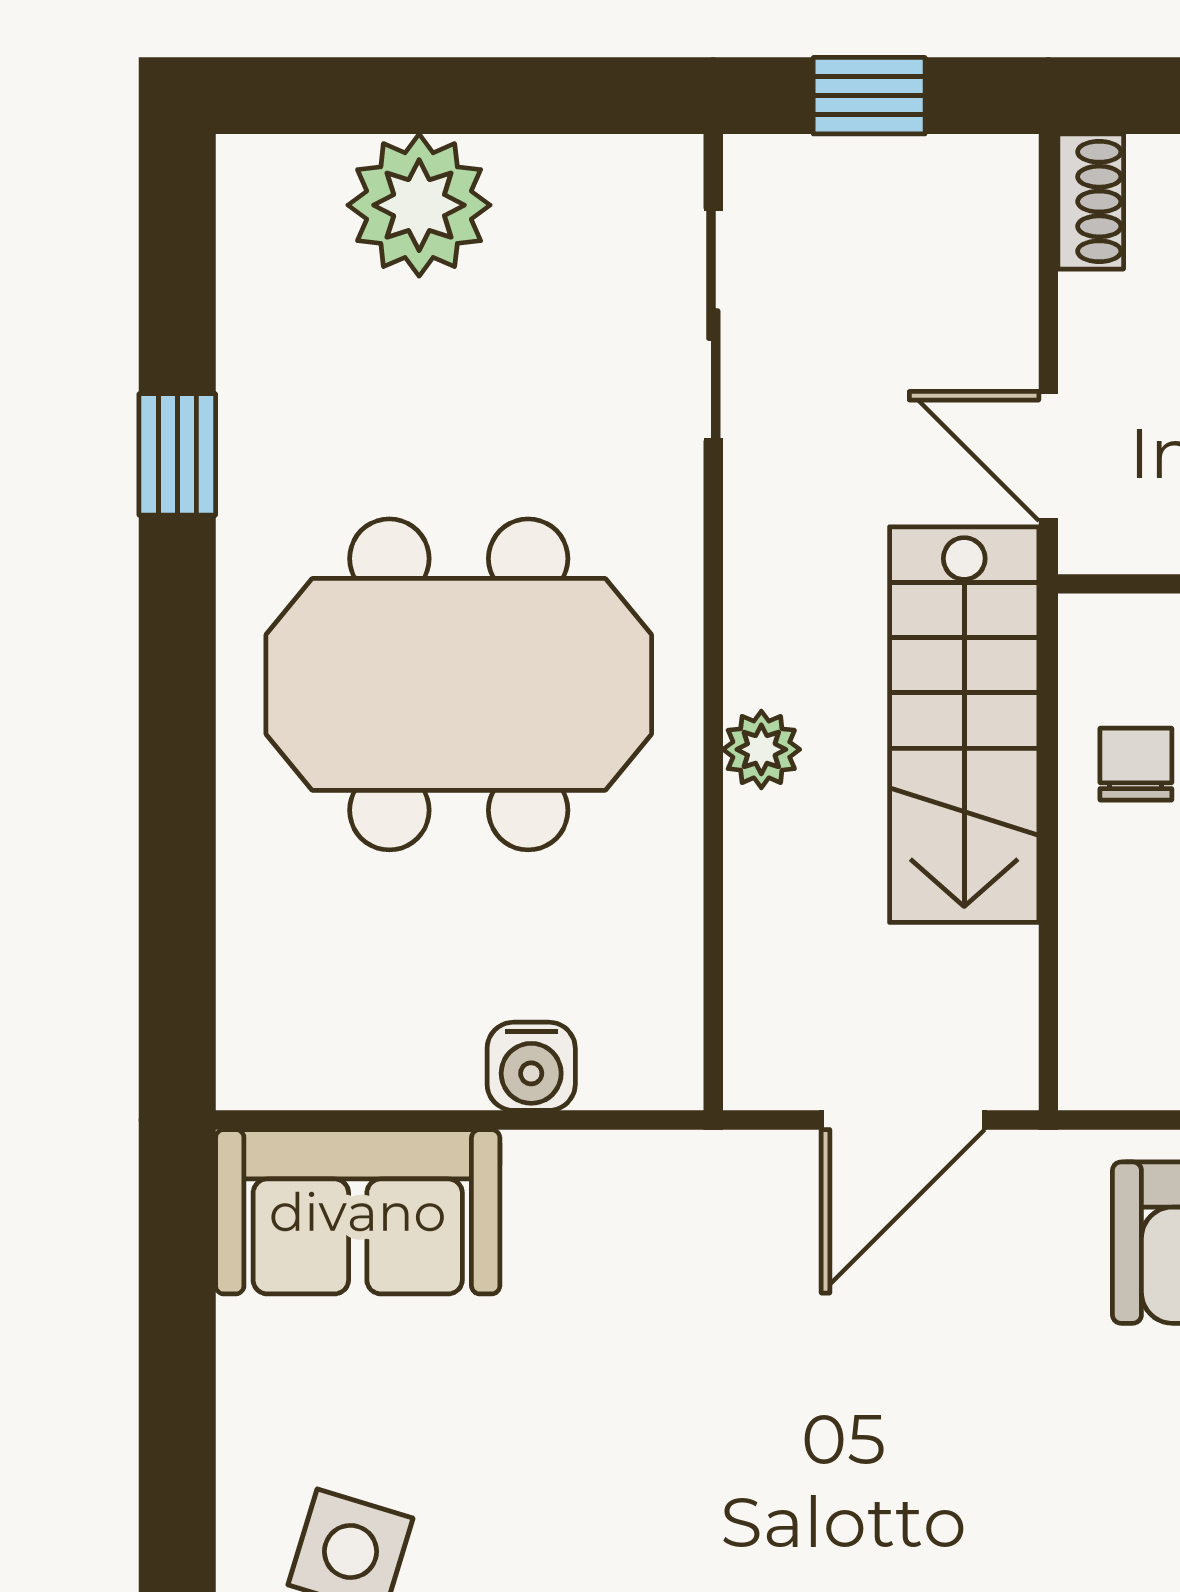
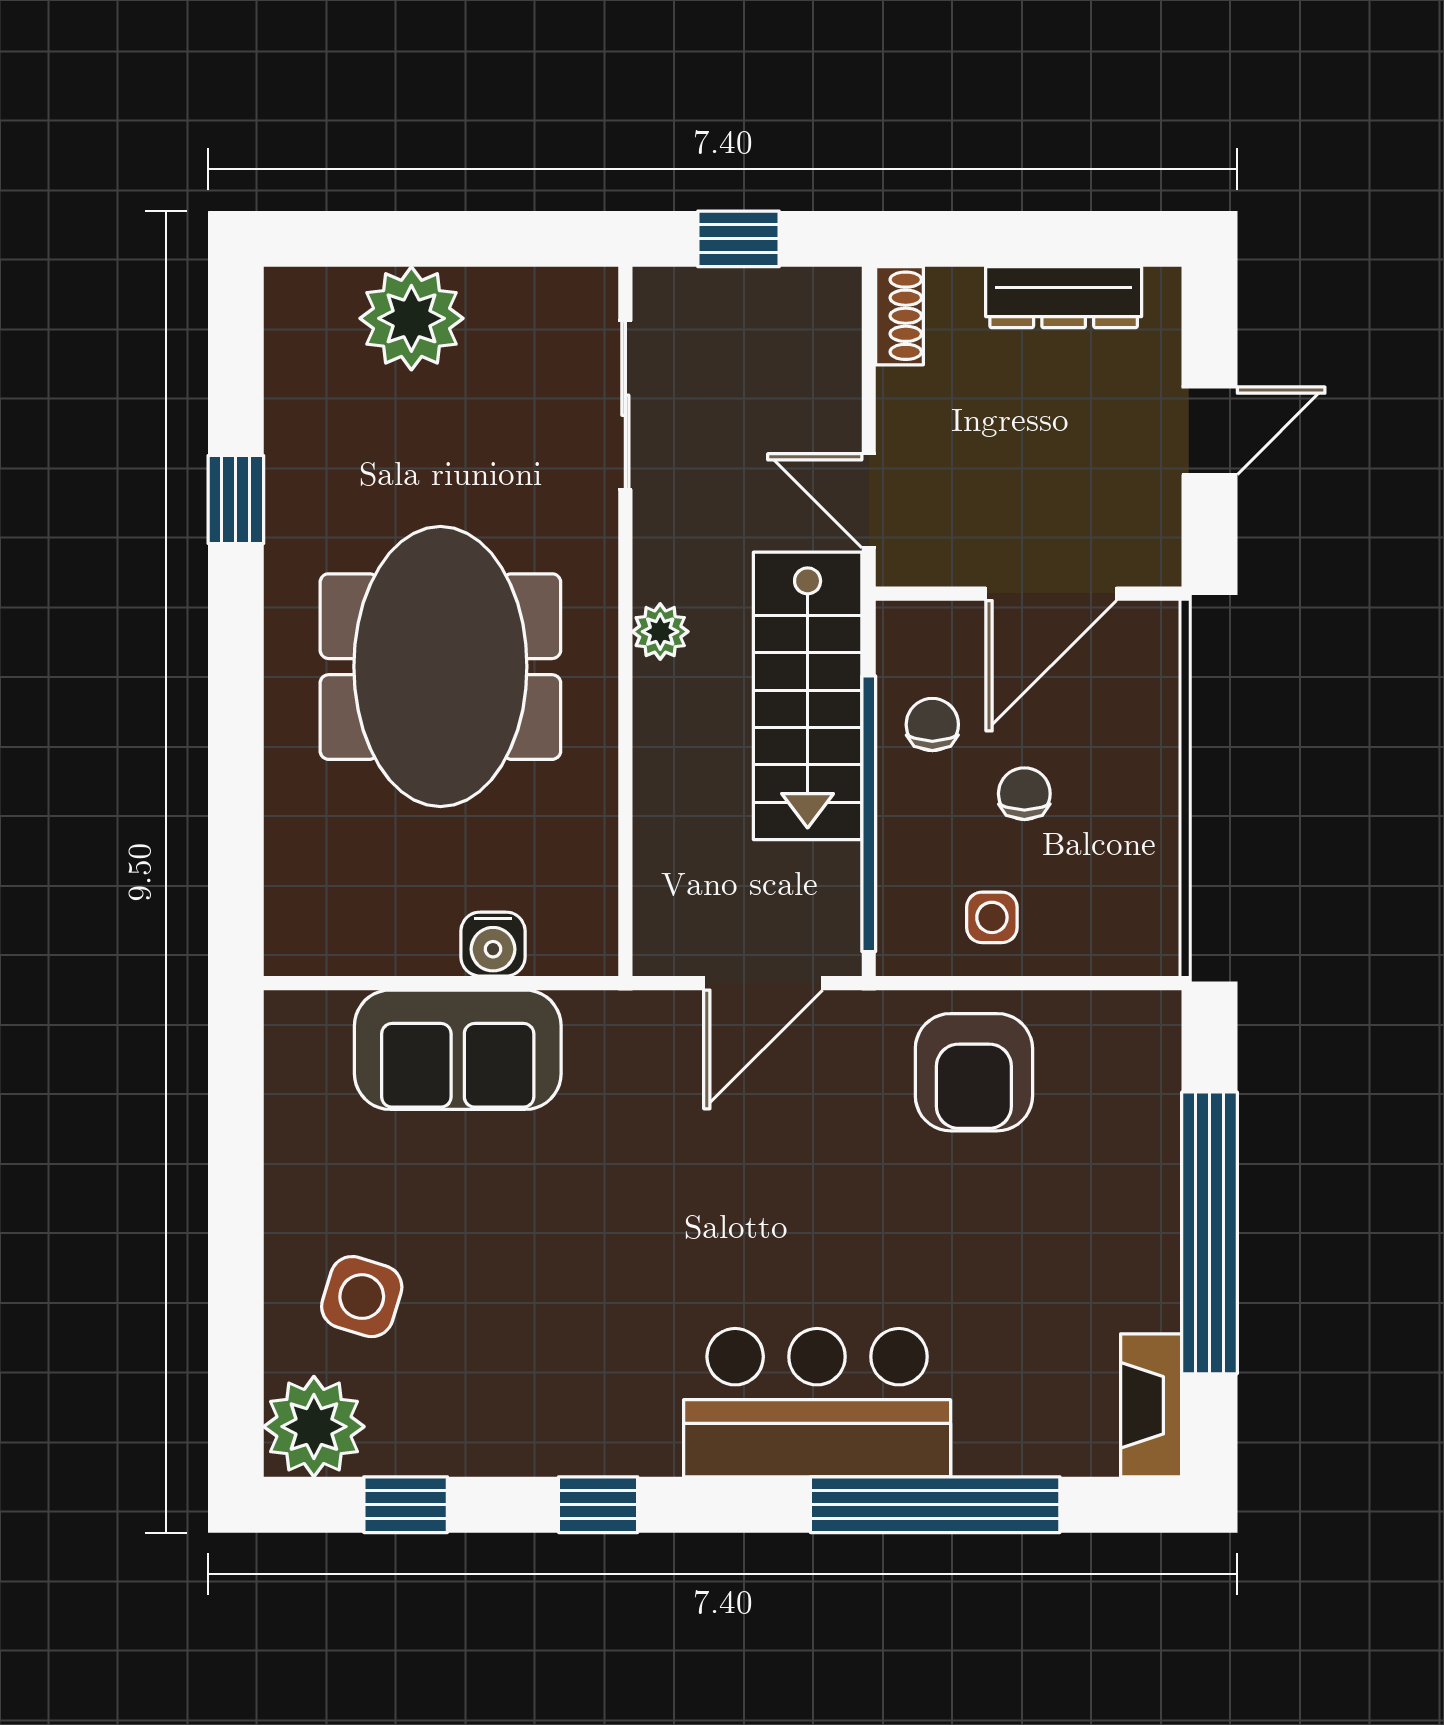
meeting table: (459, 684) -> (440, 667), turned 90
plant: (761, 749) -> (660, 632), moved
window: (1048, 887) -> (869, 814), added
sofa: (358, 1212) -> (458, 1050), moved

